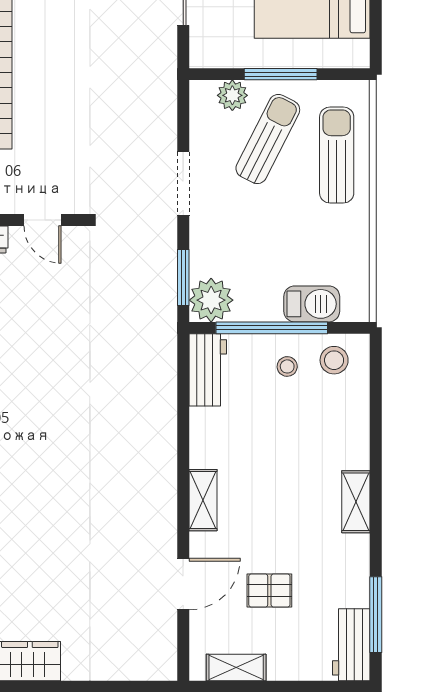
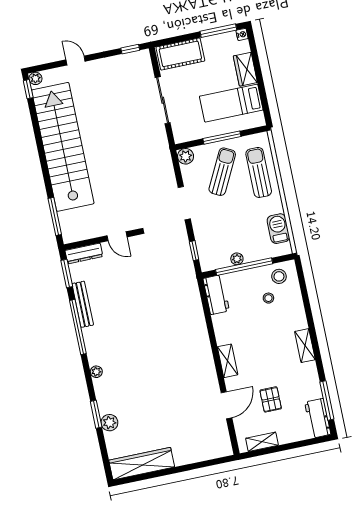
plant: (232, 95) -> (186, 156), moved
window: (183, 277) -> (194, 251), width x0.67
plant: (211, 300) -> (237, 259), moved, width x0.53, depth x0.53
barbecue: (312, 304) -> (278, 229), moved, turned -90
stool: (287, 366) -> (268, 298), moved
pallet: (269, 591) -> (271, 399), turned 90

